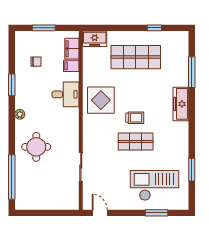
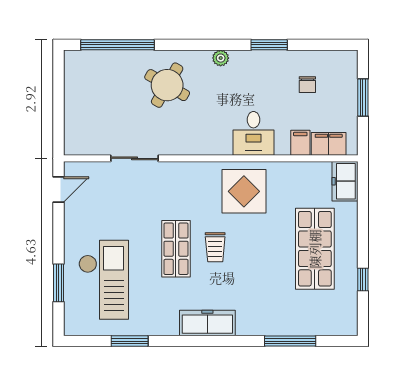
freezer: (181, 104) -> (207, 323), moved
round table: (36, 147) -> (167, 85), turned 30

